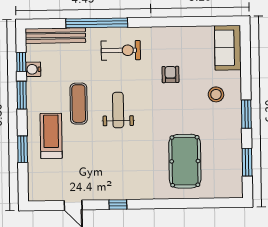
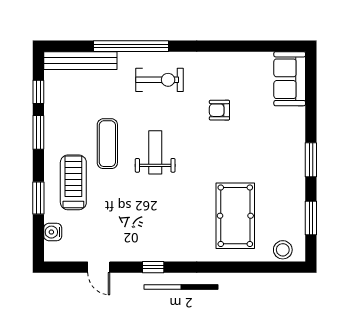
water cooler: (33, 69) -> (53, 232), moved
armchair: (170, 75) -> (219, 110), turned -90
stool: (216, 94) -> (283, 250), moved

